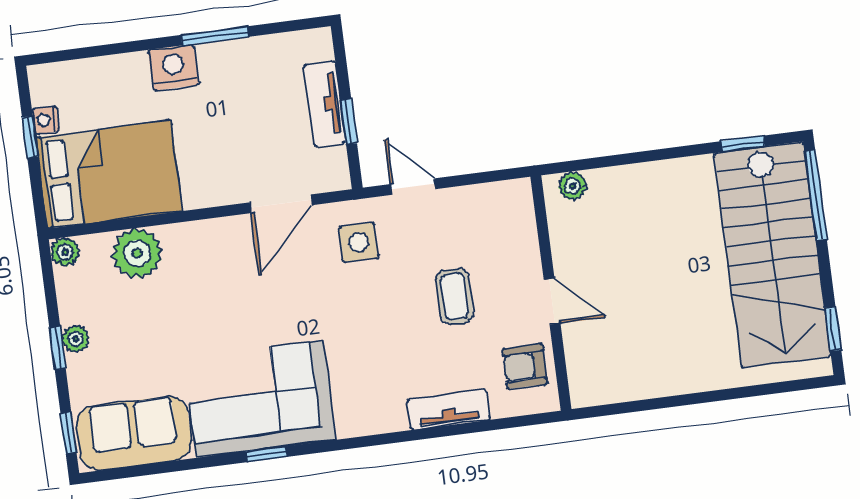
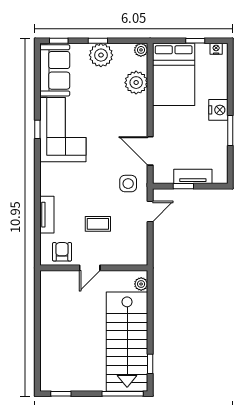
nightstand: (46, 120) -> (216, 49), moved
stairs: (772, 255) -> (127, 342), moved, turned -90
plant: (76, 339) -> (101, 55), width x1.87, depth x1.87

